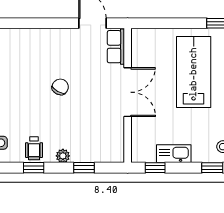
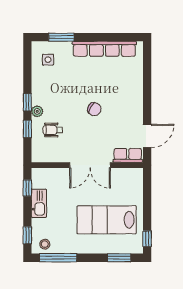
lab bench: (194, 72) -> (107, 220), turned 180
wheelchair: (34, 148) -> (53, 130), moved
window: (34, 168) -> (27, 102), moved

